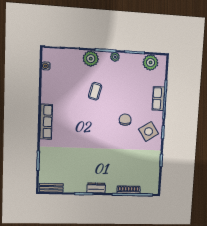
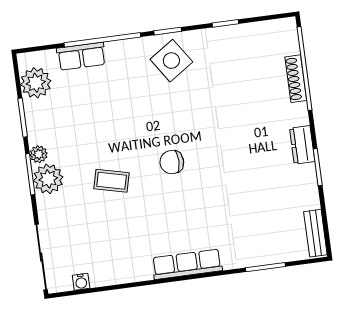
plant: (91, 59) -> (48, 179), moved
row of seats: (158, 99) -> (81, 56), moved
chair: (125, 120) -> (172, 162), moved

